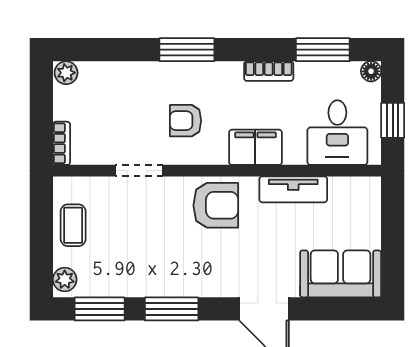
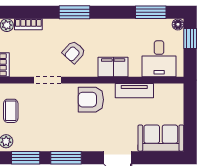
bookcase: (269, 71) -> (28, 24), moved
window: (393, 120) -> (190, 38), moved
armchair: (186, 121) -> (74, 52), turned -48
armchair: (216, 205) -> (91, 100), turned 180

